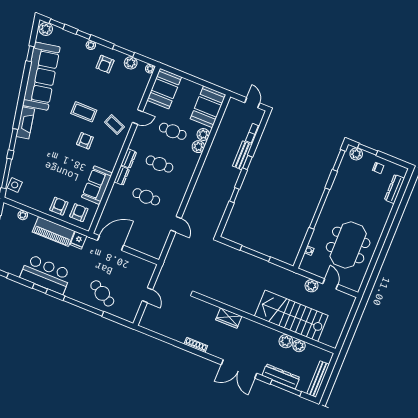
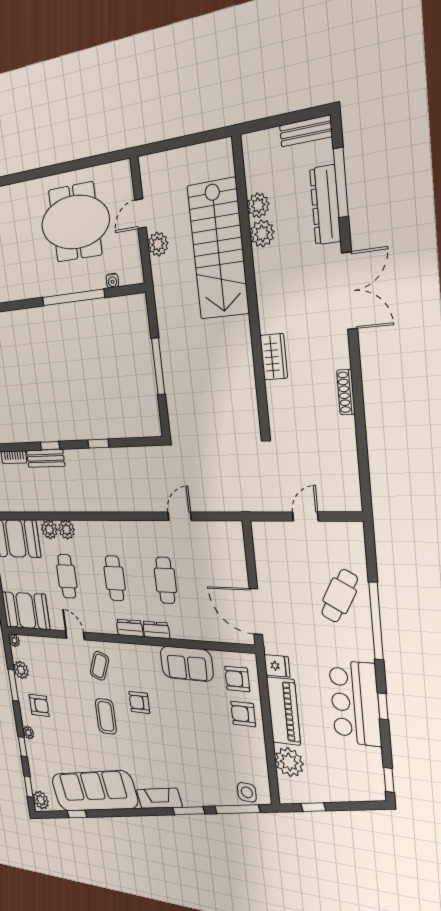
window: (319, 208) -> (73, 297), moved
plant: (23, 215) -> (289, 762), width x1.87, depth x1.87
bench: (318, 379) -> (306, 131), width x0.73

